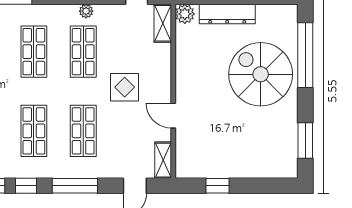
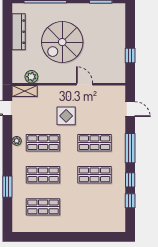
plant: (185, 14) -> (31, 77), moved
dresser: (227, 14) -> (19, 32), moved
spiral stairs: (261, 74) -> (62, 42), moved
door: (173, 116) -> (85, 84), swing flipped
shelving: (163, 160) -> (114, 91), removed

